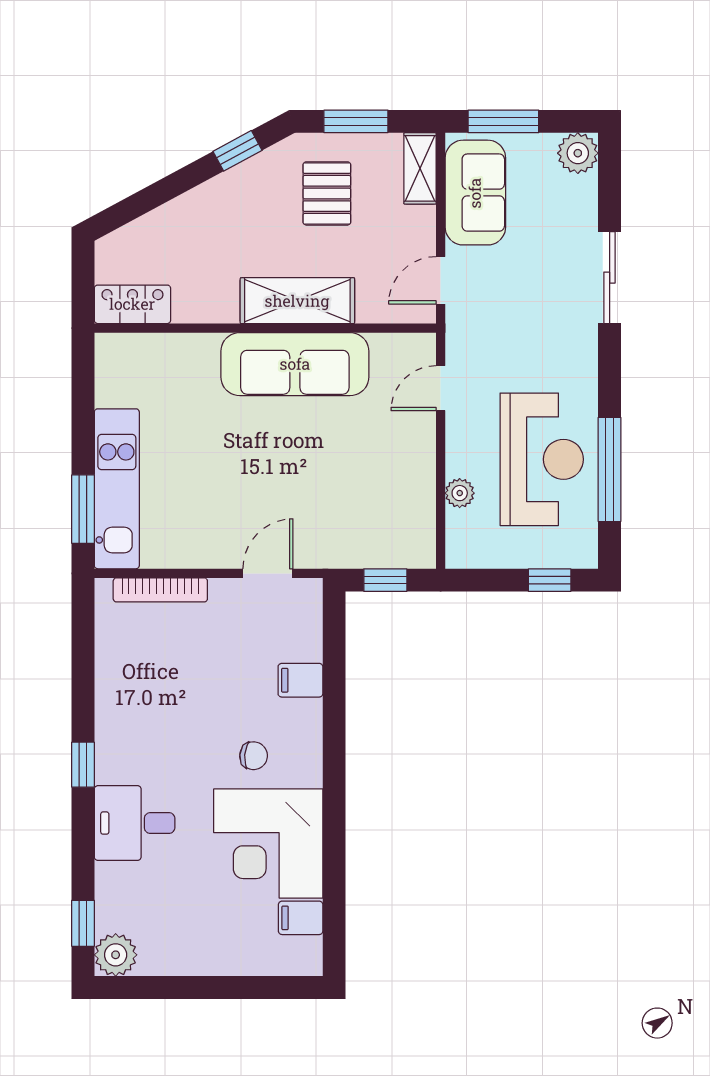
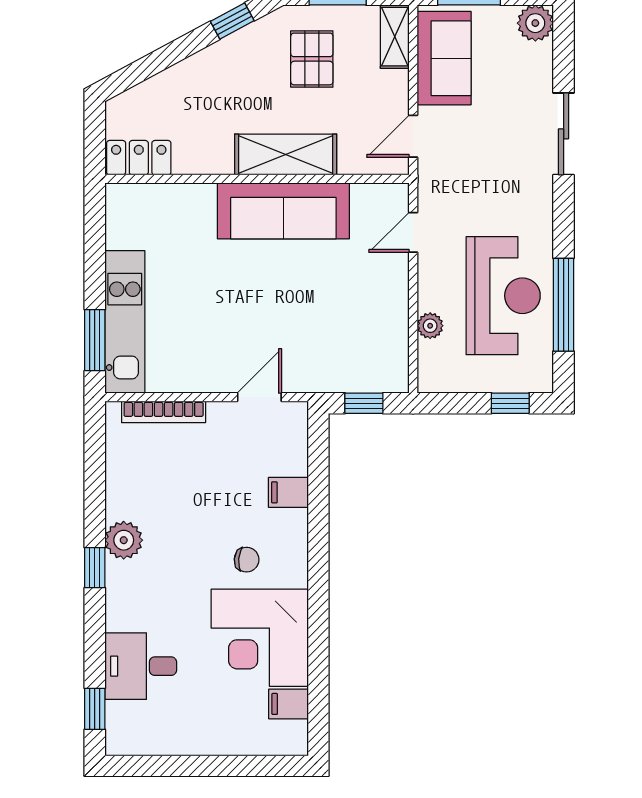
desk: (135, 823) -> (141, 666), moved
plant: (116, 955) -> (124, 540), moved

